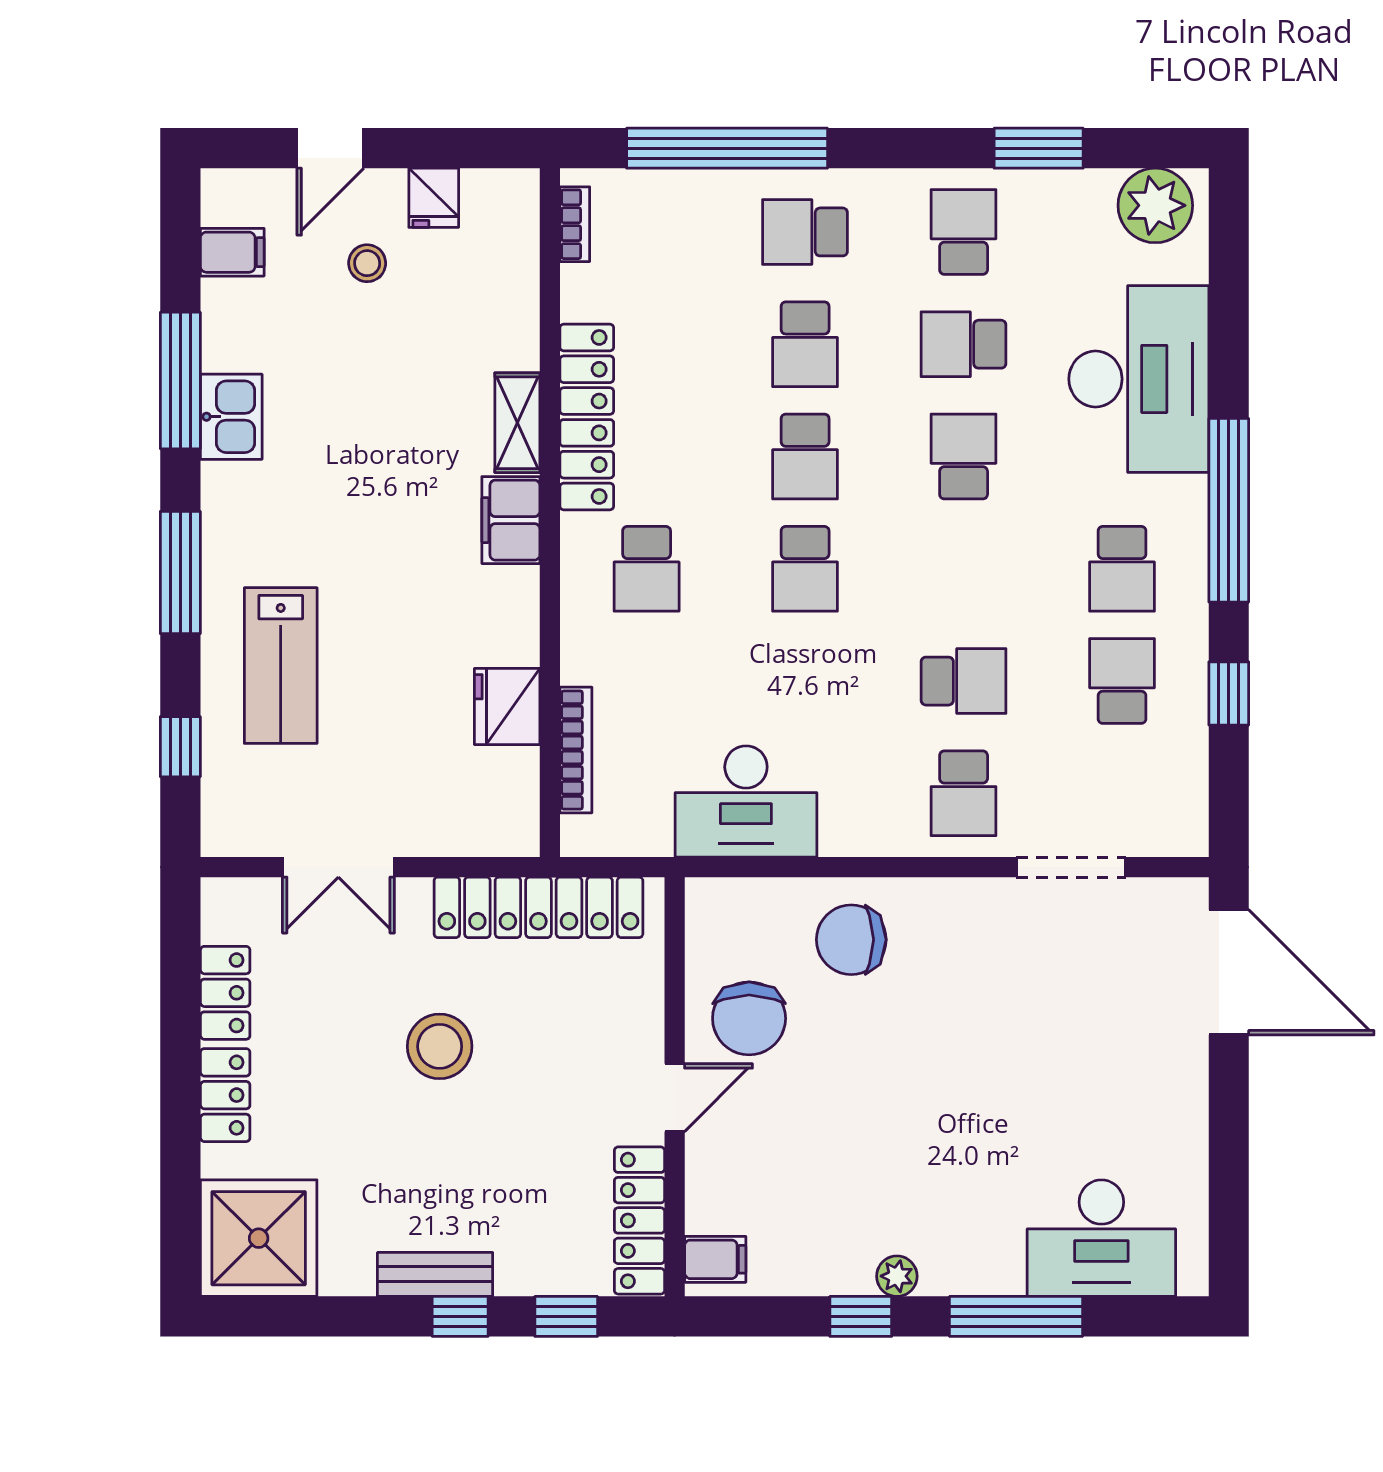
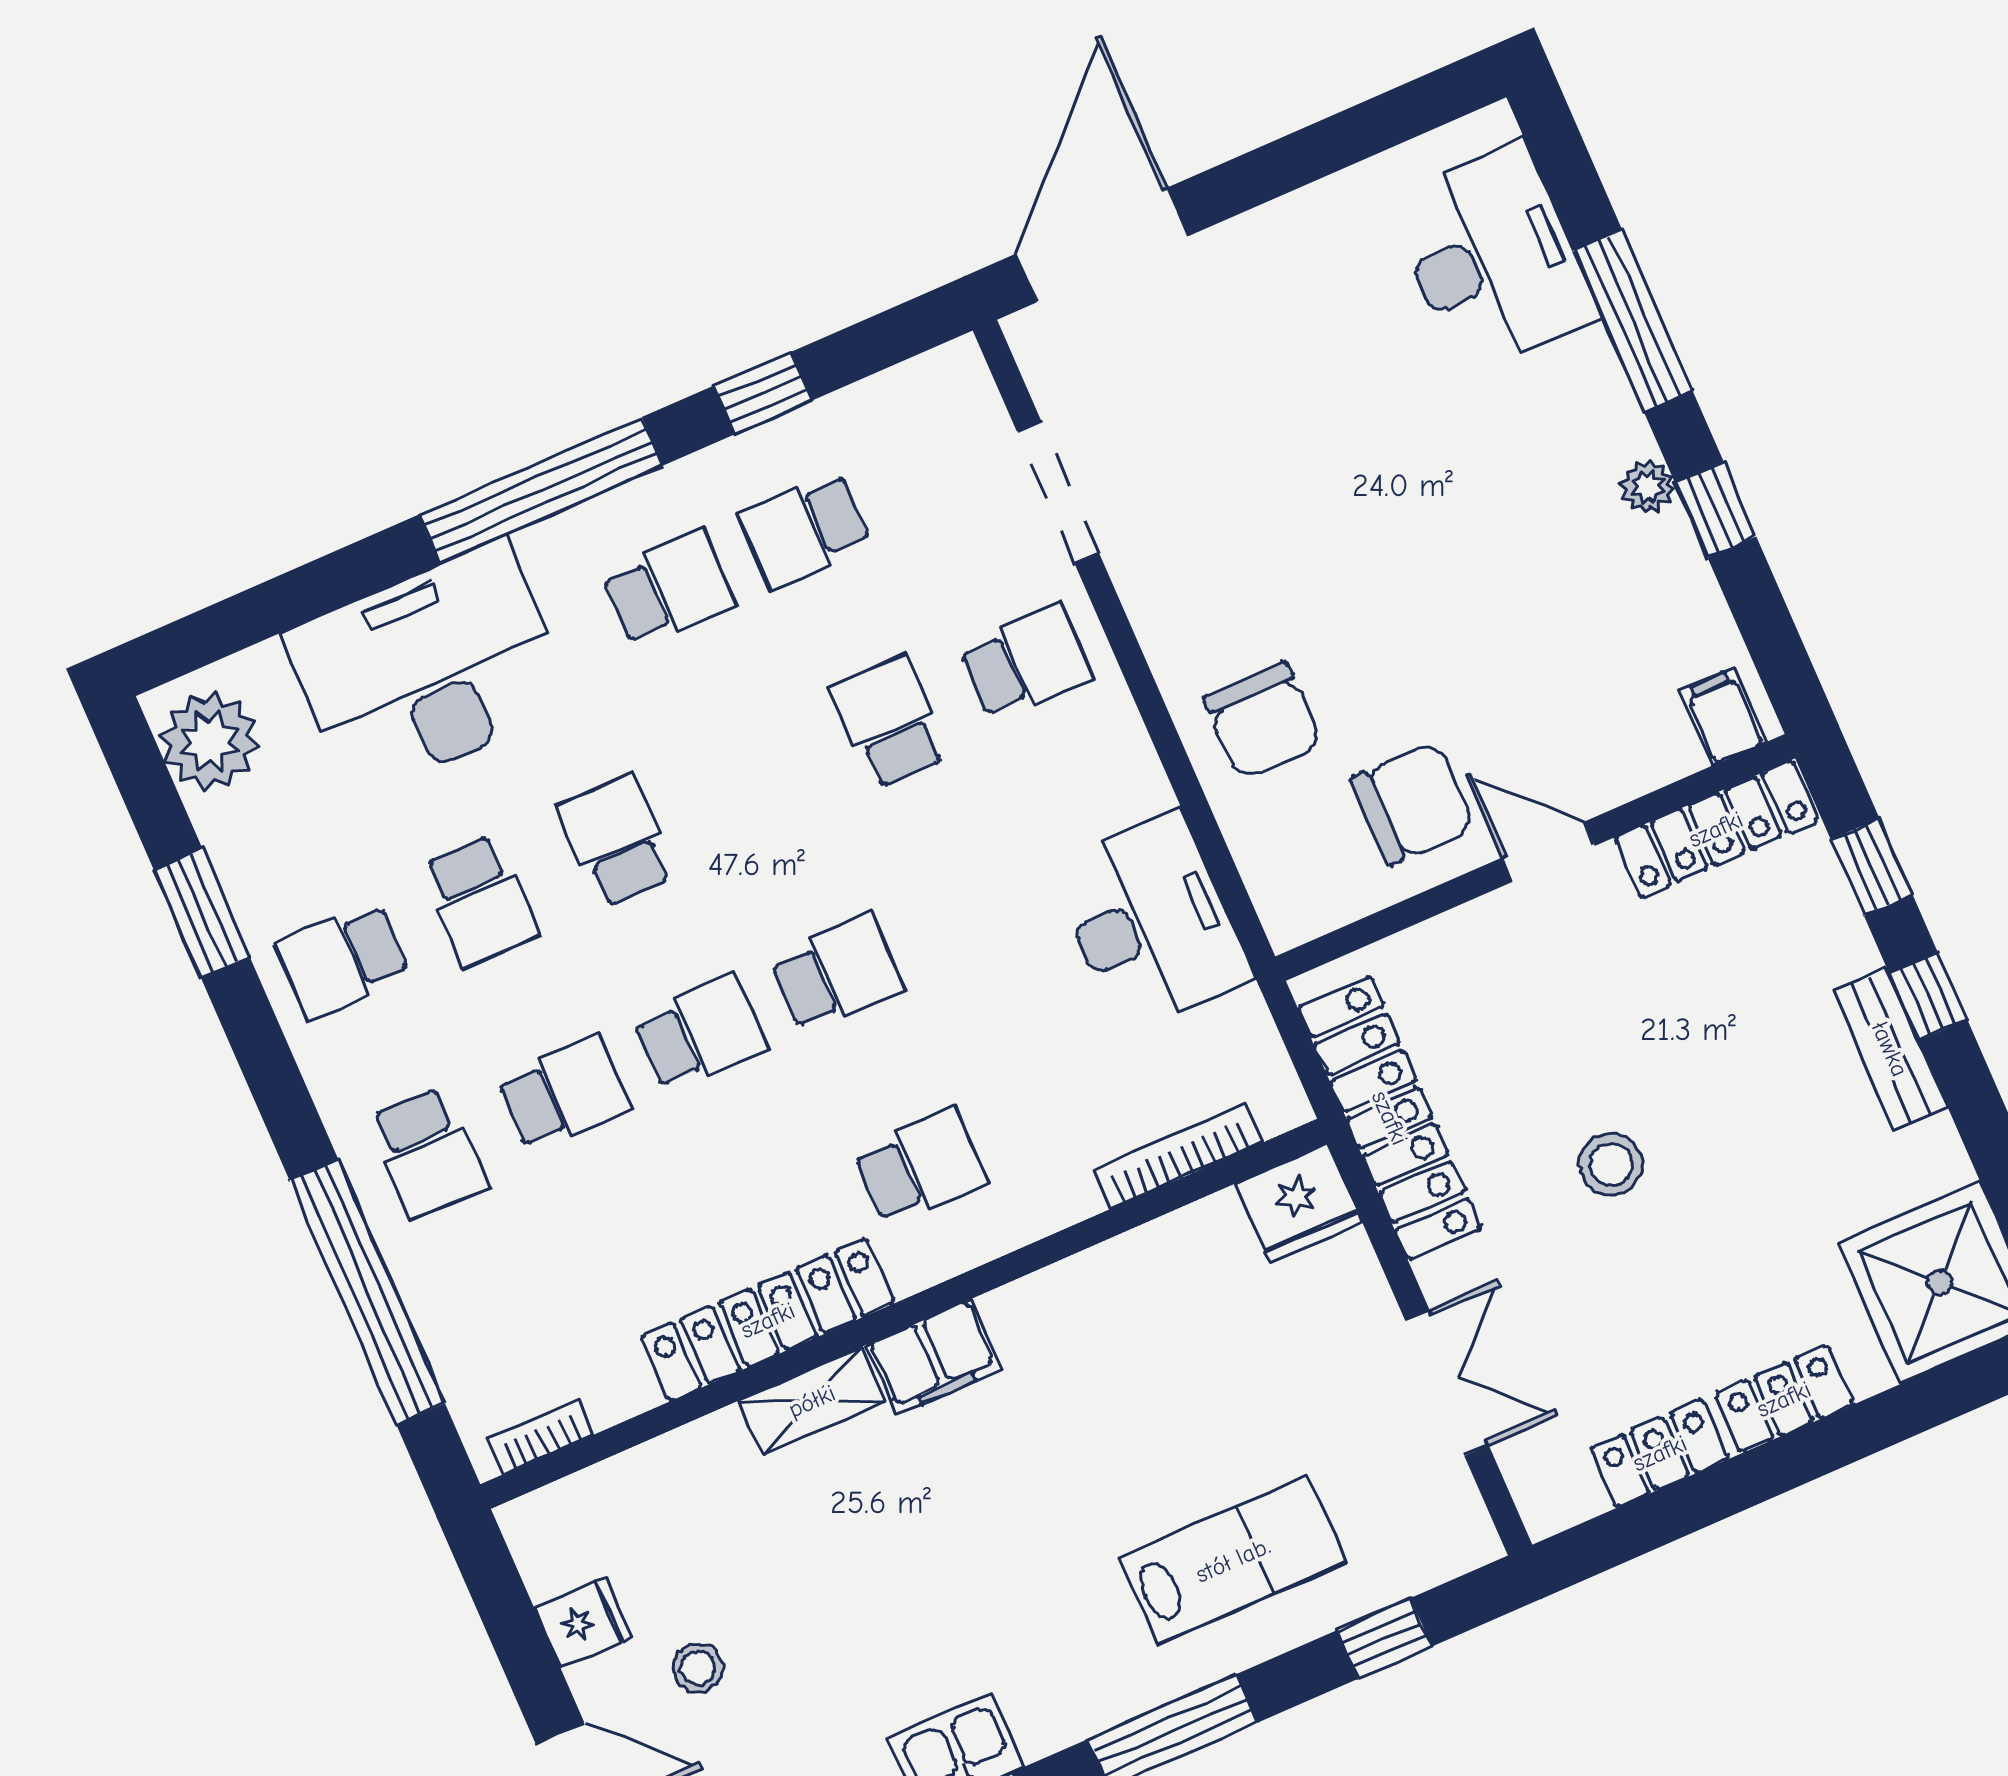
school desk: (964, 457) -> (616, 841), turned 90
fridge: (507, 707) -> (1299, 1203), moved
stool: (440, 1046) -> (1611, 1164), width x0.73, depth x0.73

